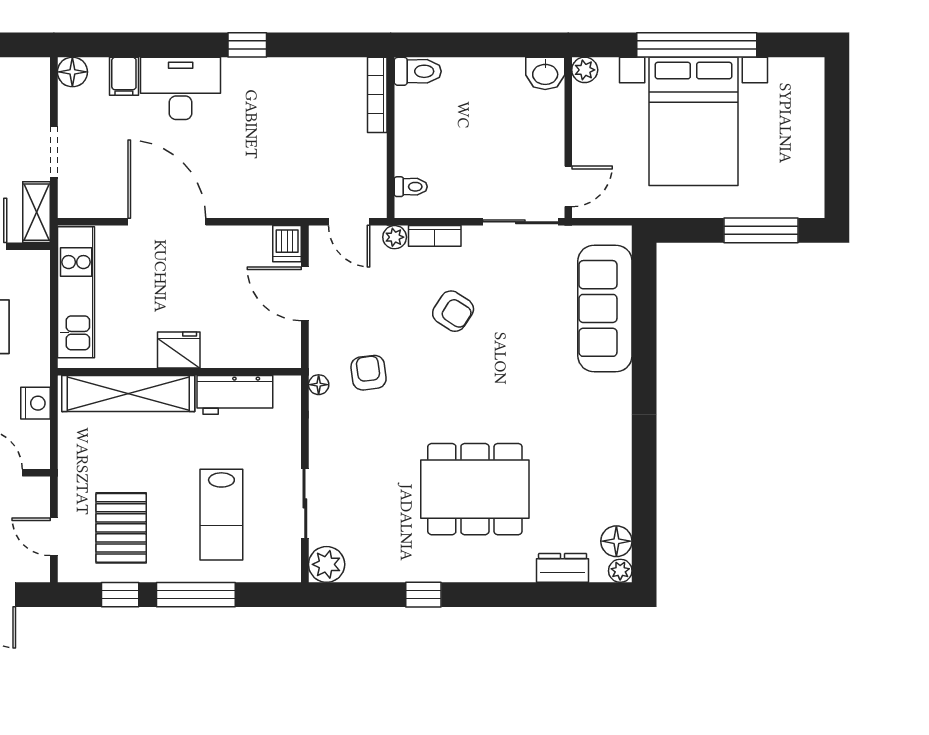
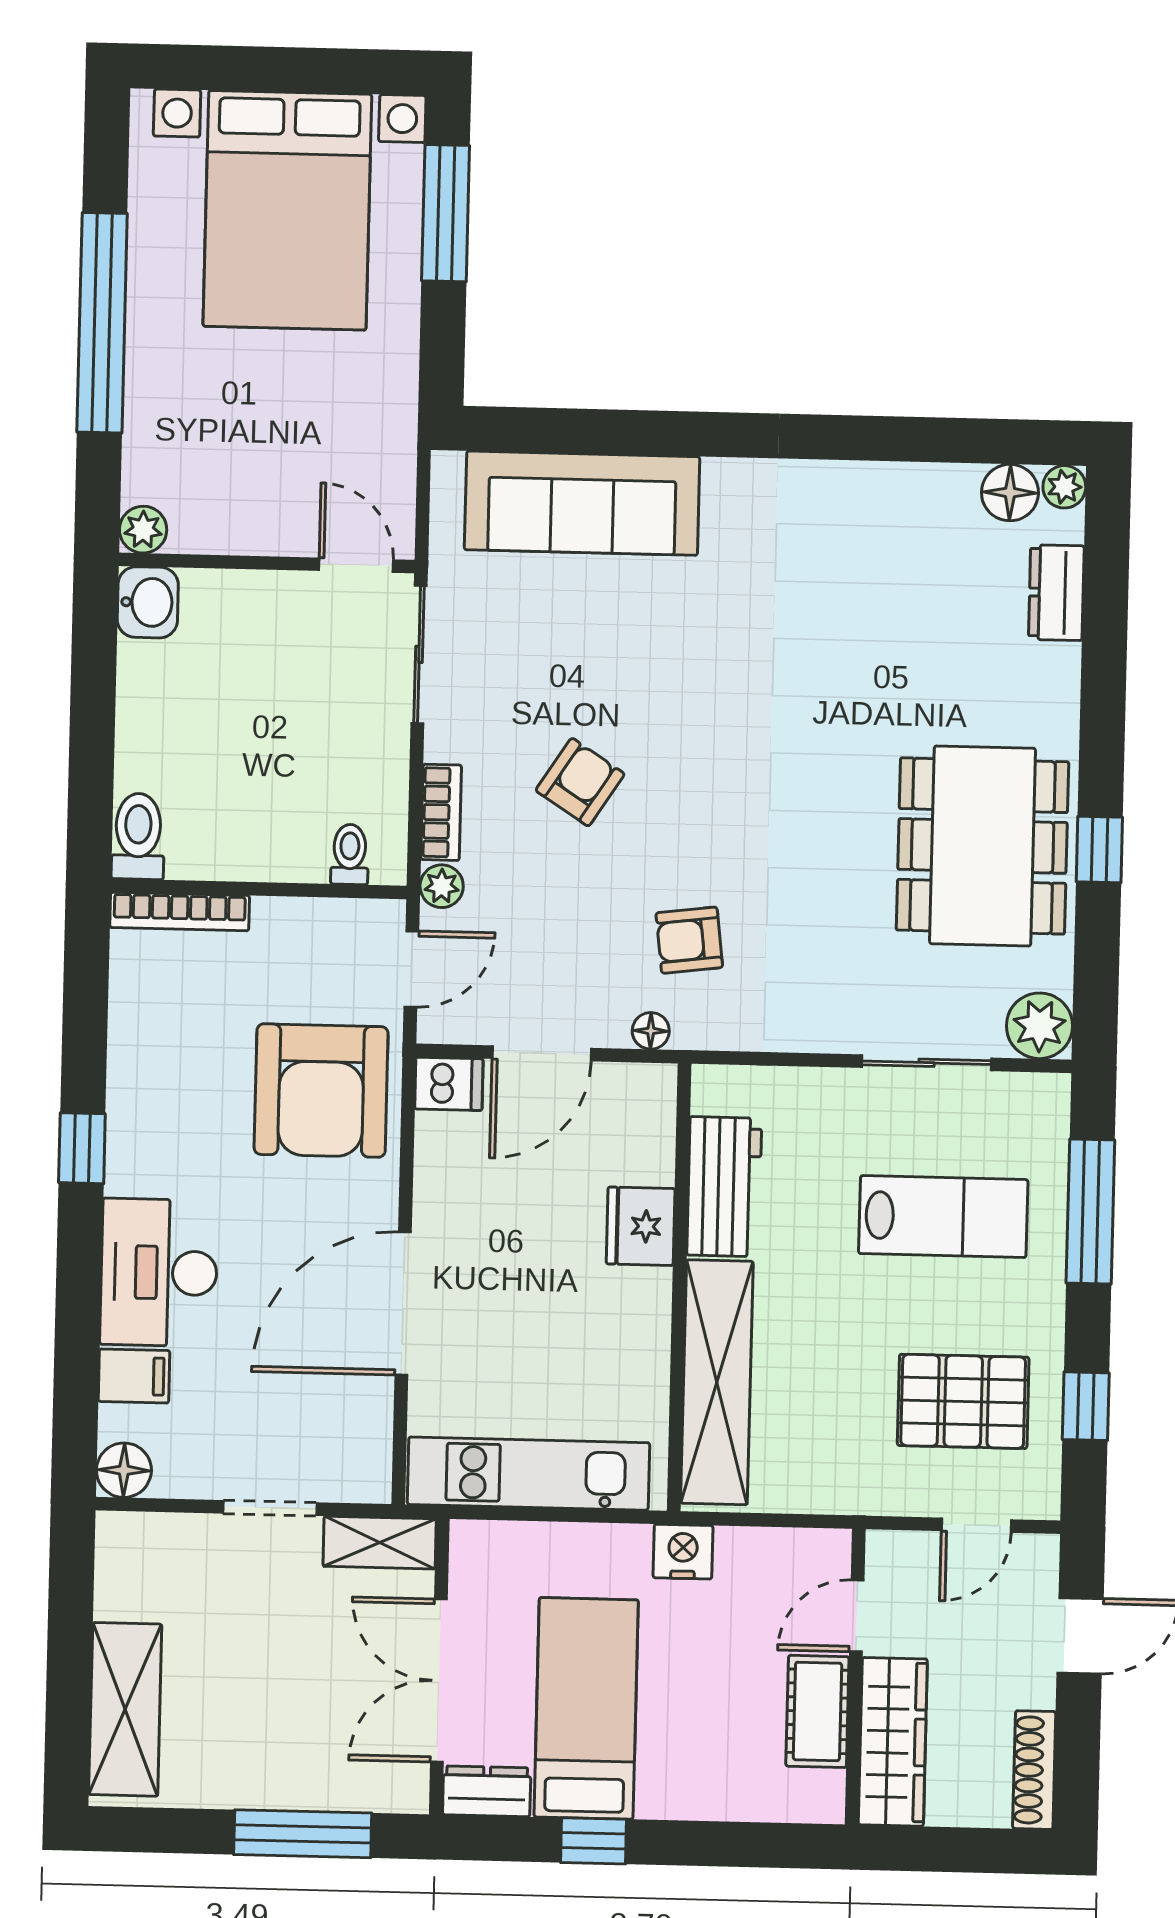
bed with nightstands: (694, 121) -> (287, 210), moved, turned 90
armchair: (282, 174) -> (321, 1091), added
fridge: (179, 350) -> (641, 1226), moved
floor lamp: (319, 385) -> (651, 1031), moved
nightstand: (36, 403) -> (683, 1552), moved
dining table: (475, 489) -> (983, 846), moved
window: (196, 595) -> (1090, 1212), moved

